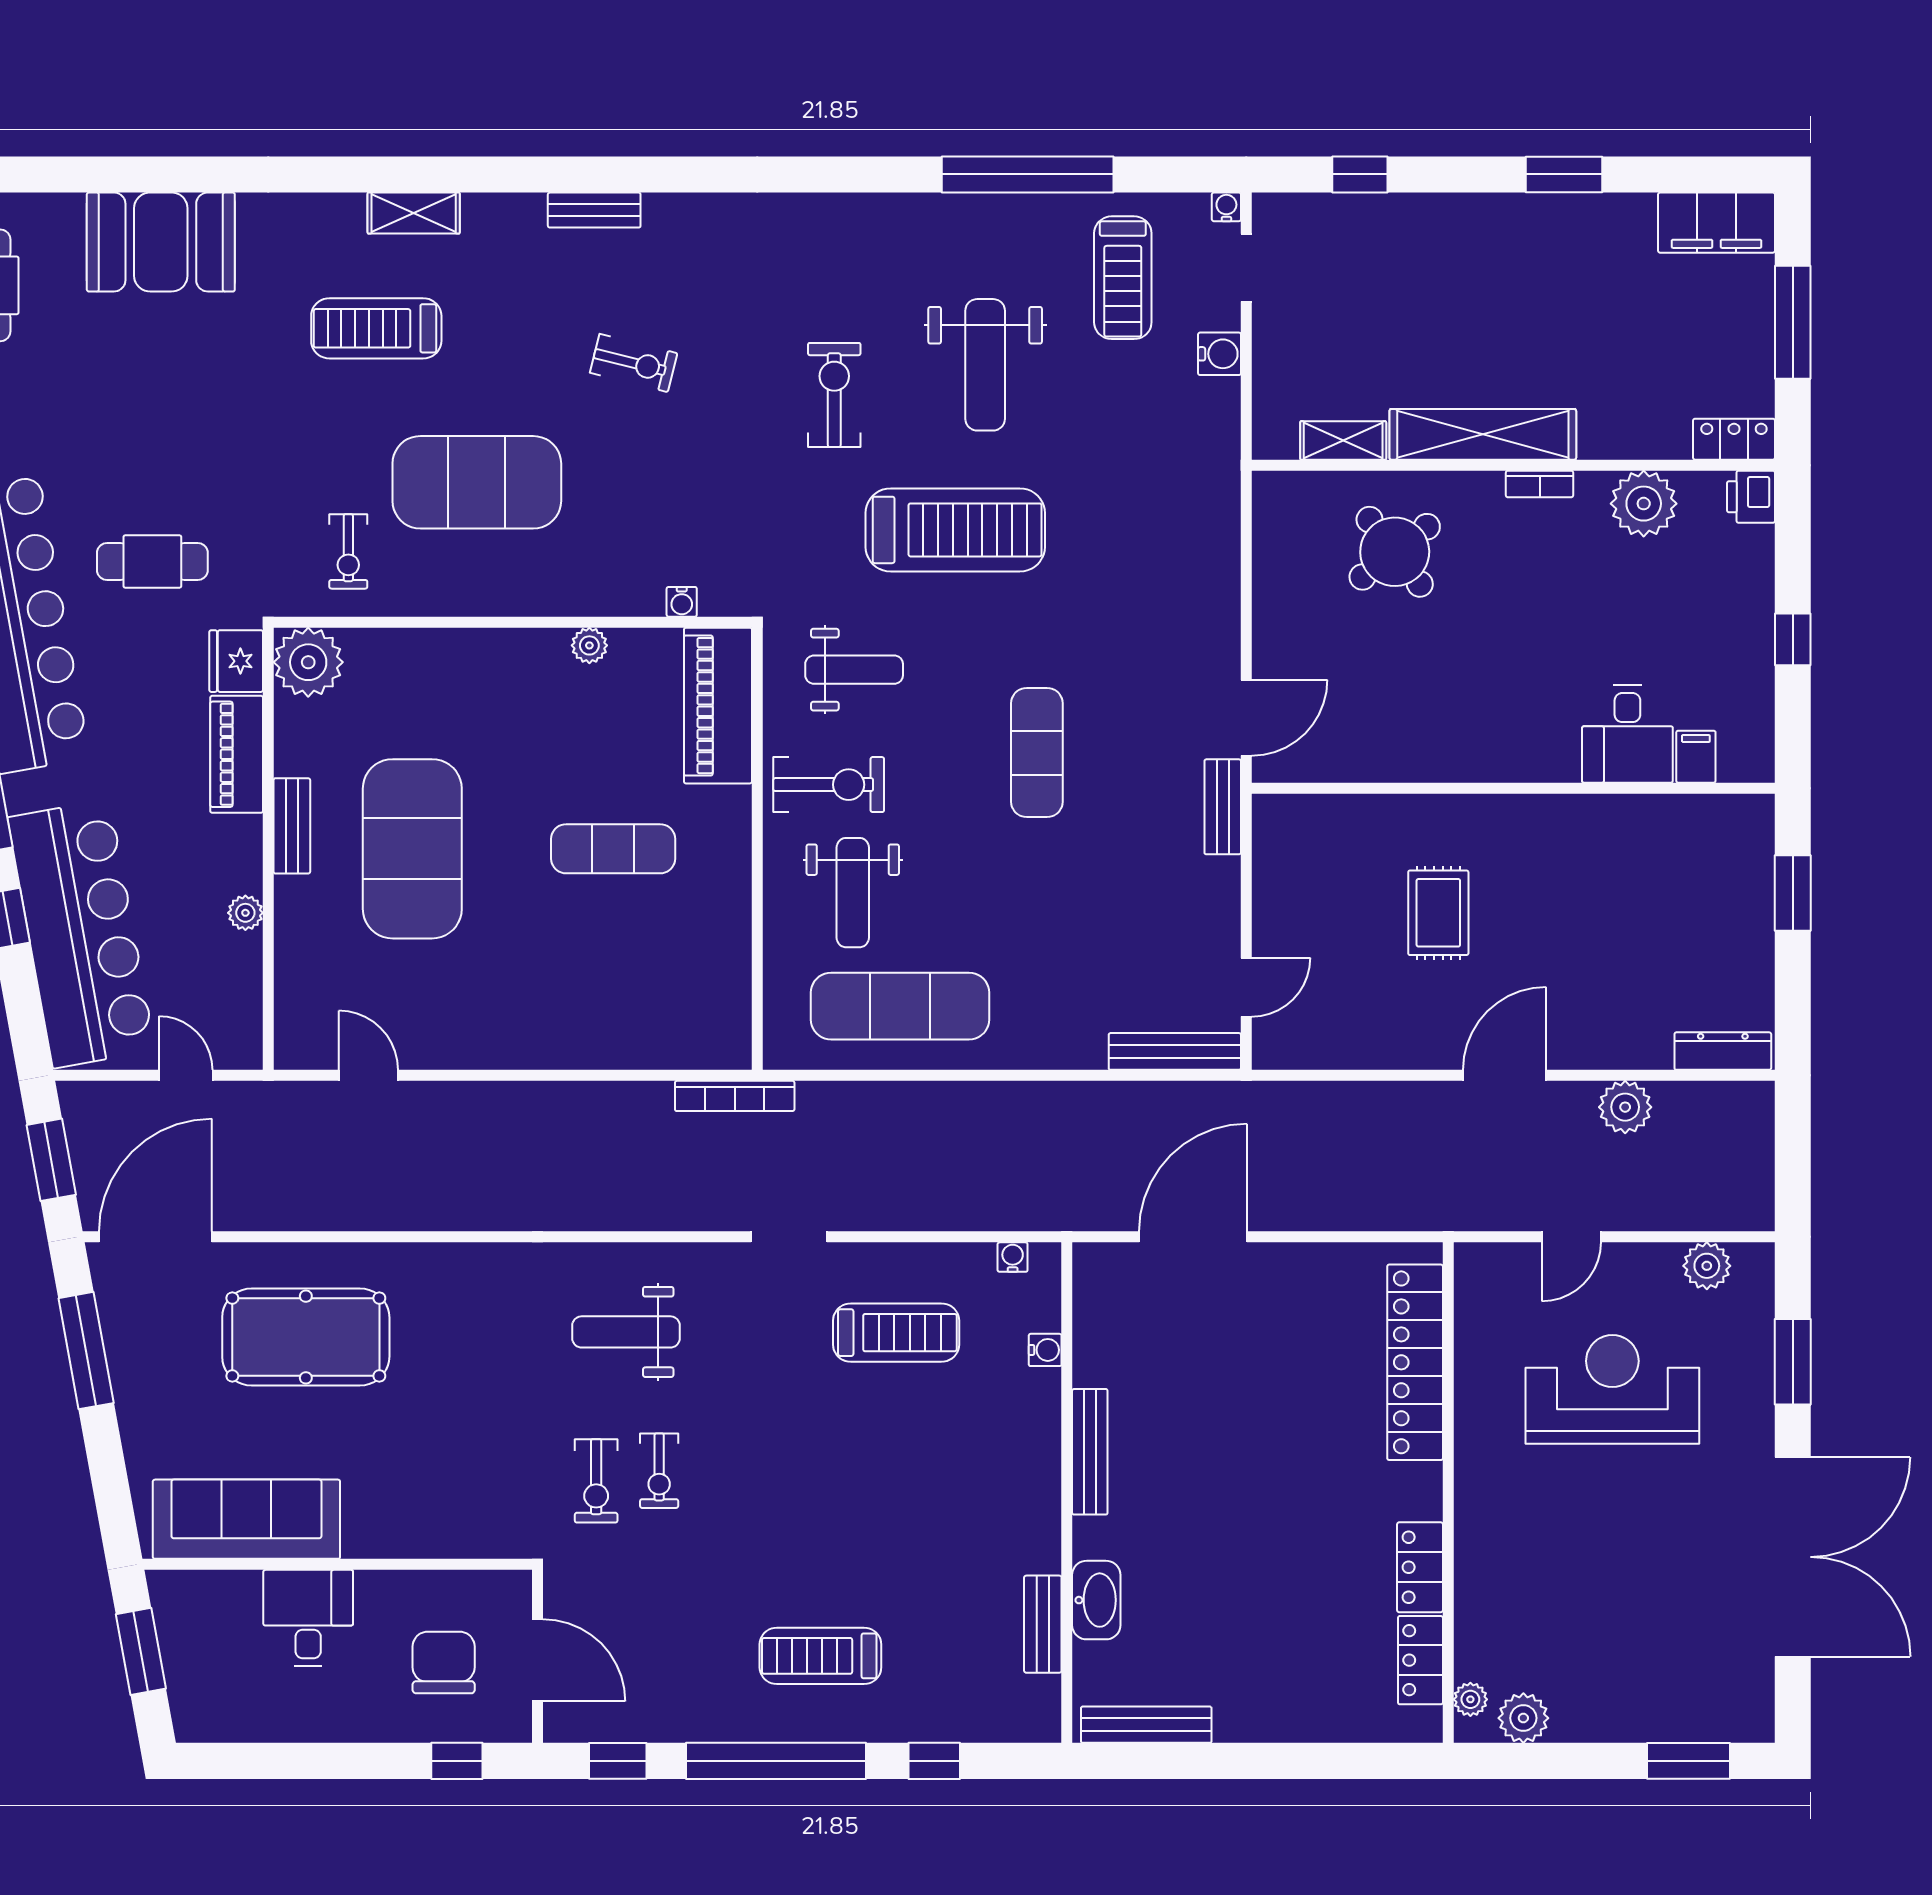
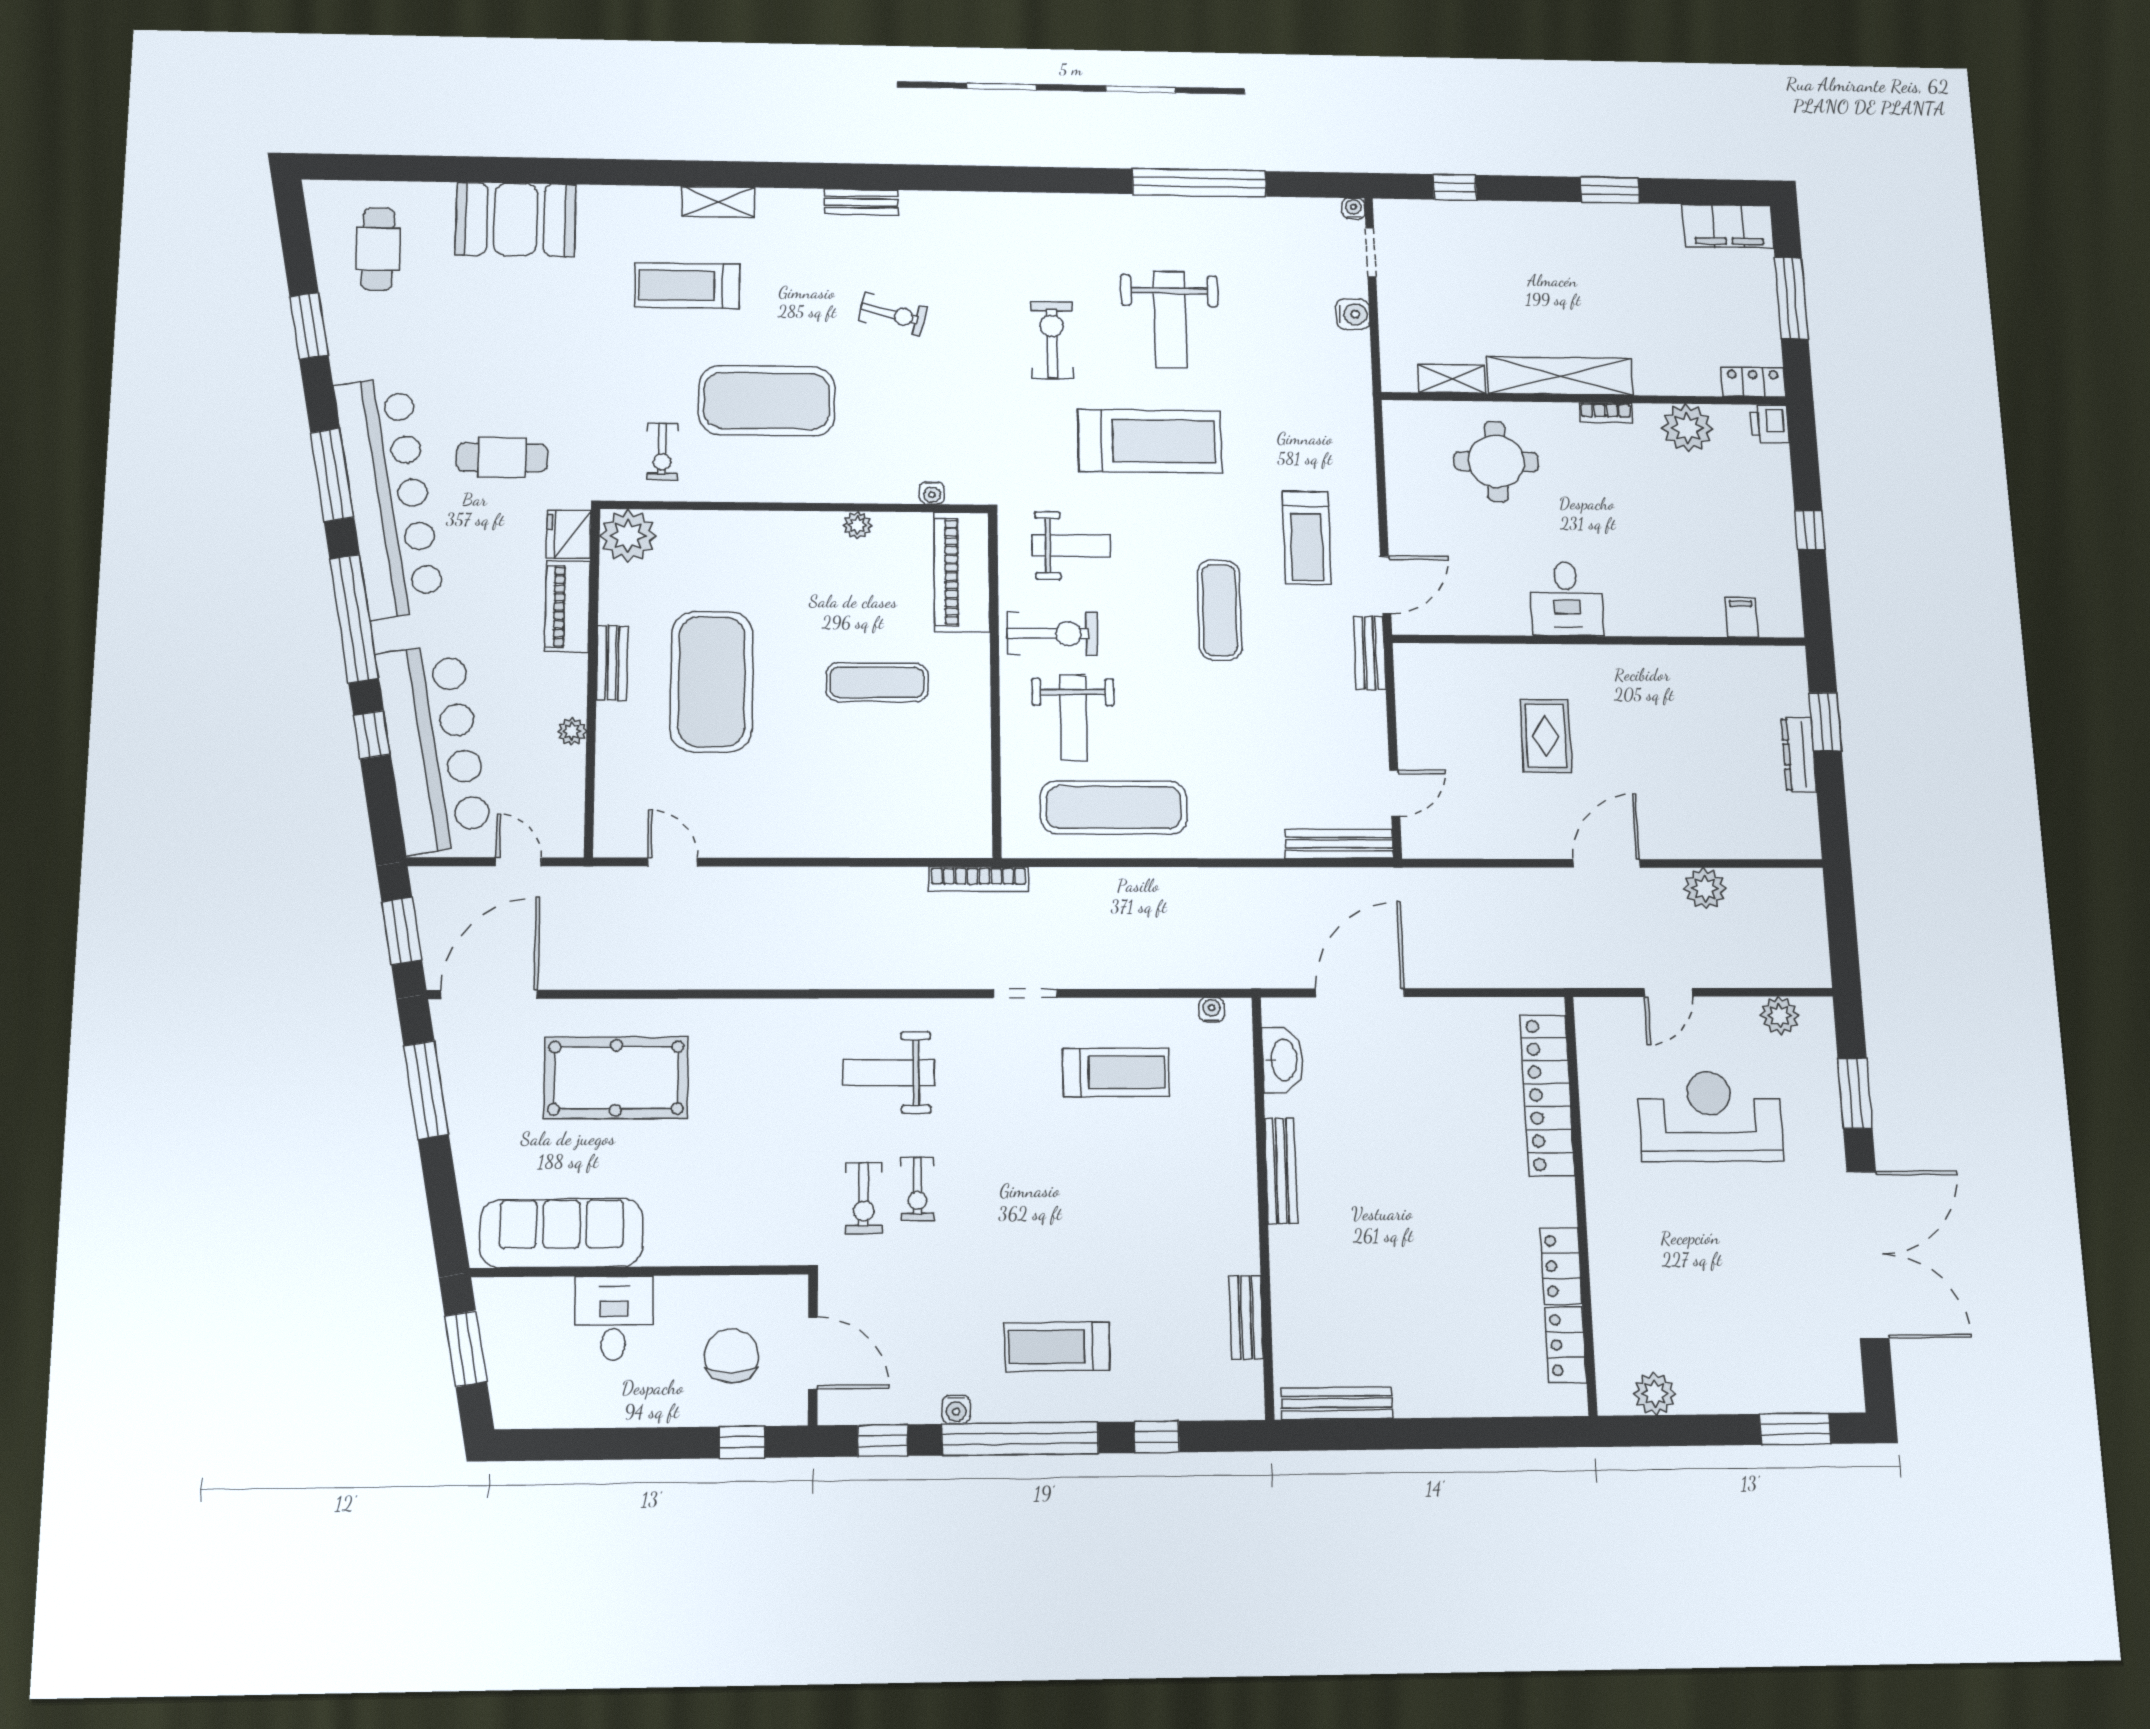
treadmill: (1123, 278) -> (1307, 538), moved
round table: (1395, 552) -> (1496, 461), turned 38
desk: (1627, 734) -> (1567, 599), moved
dresser: (1723, 1051) -> (1799, 754), moved, turned -90
water cooler: (1045, 1350) -> (956, 1409), moved, turned 90
washbasin: (1096, 1600) -> (1283, 1060), moved
plant: (1470, 1699) -> (1609, 1378), removed

